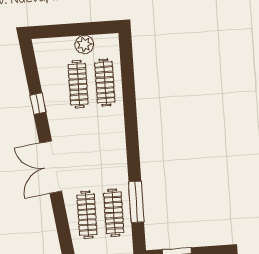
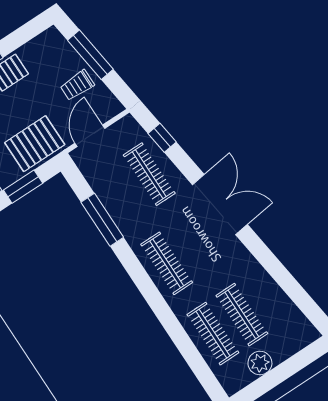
window: (38, 104) -> (162, 138), moved
clothes rail: (114, 213) -> (167, 263), moved

